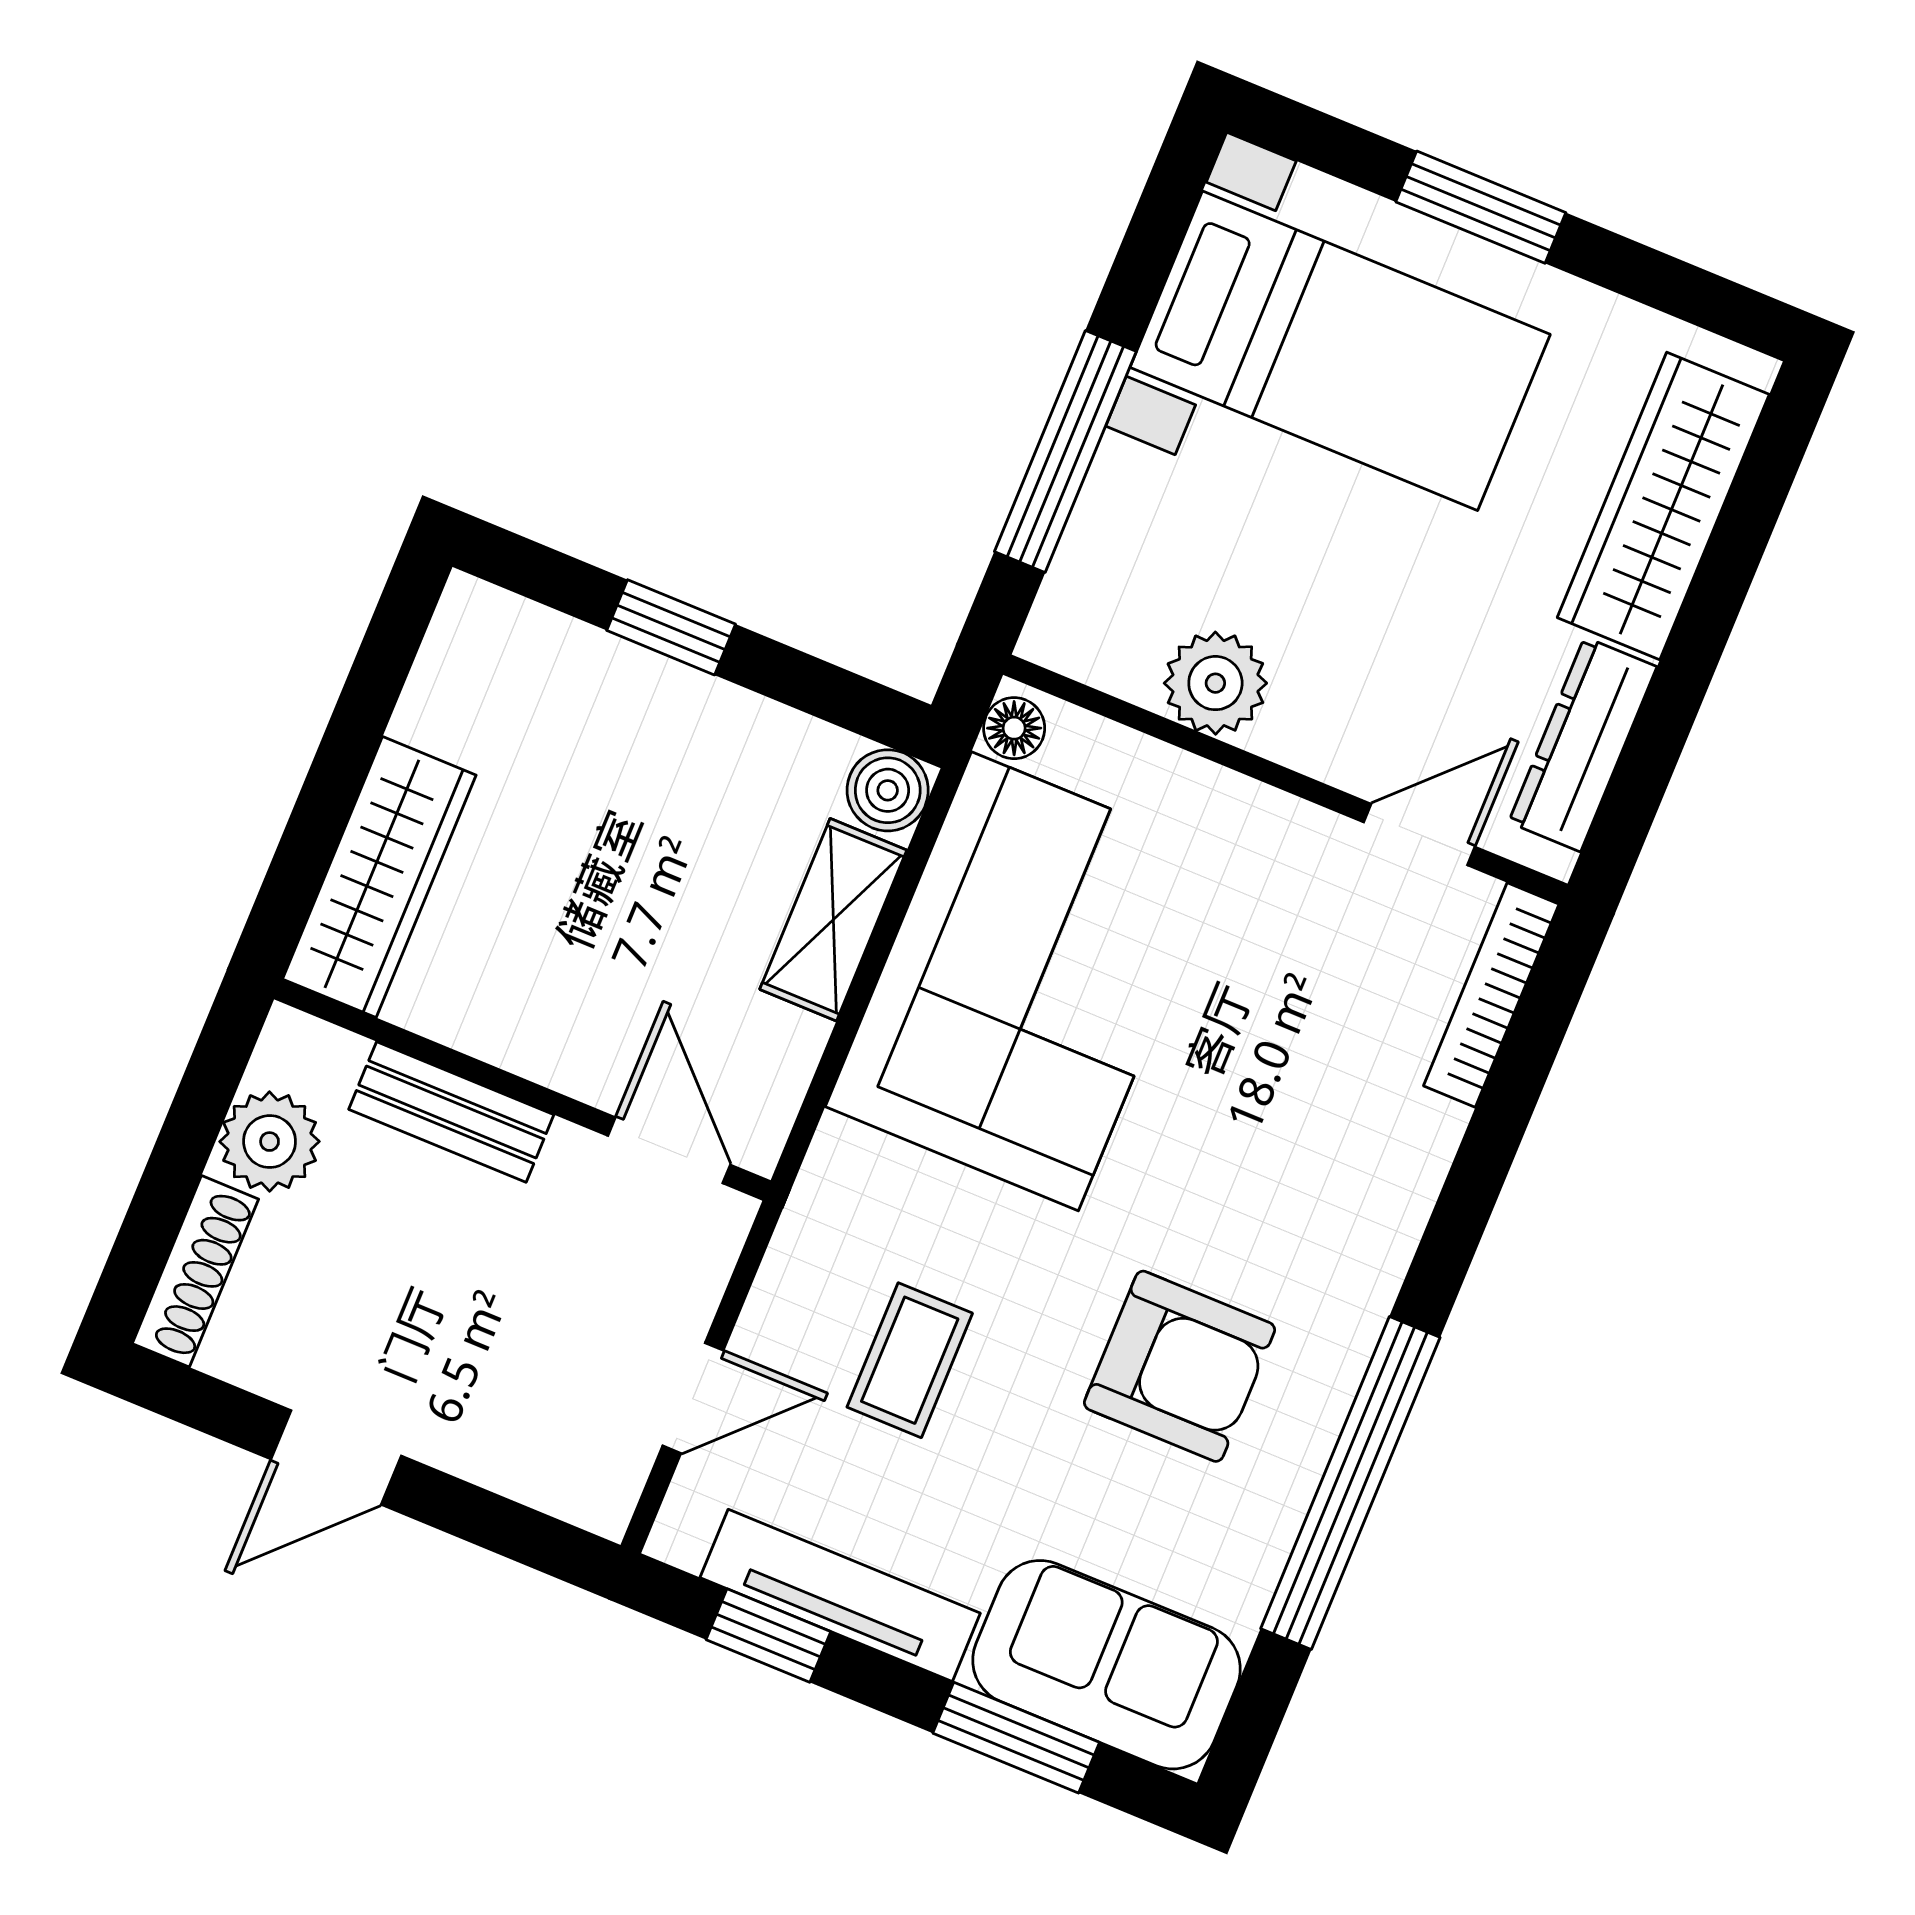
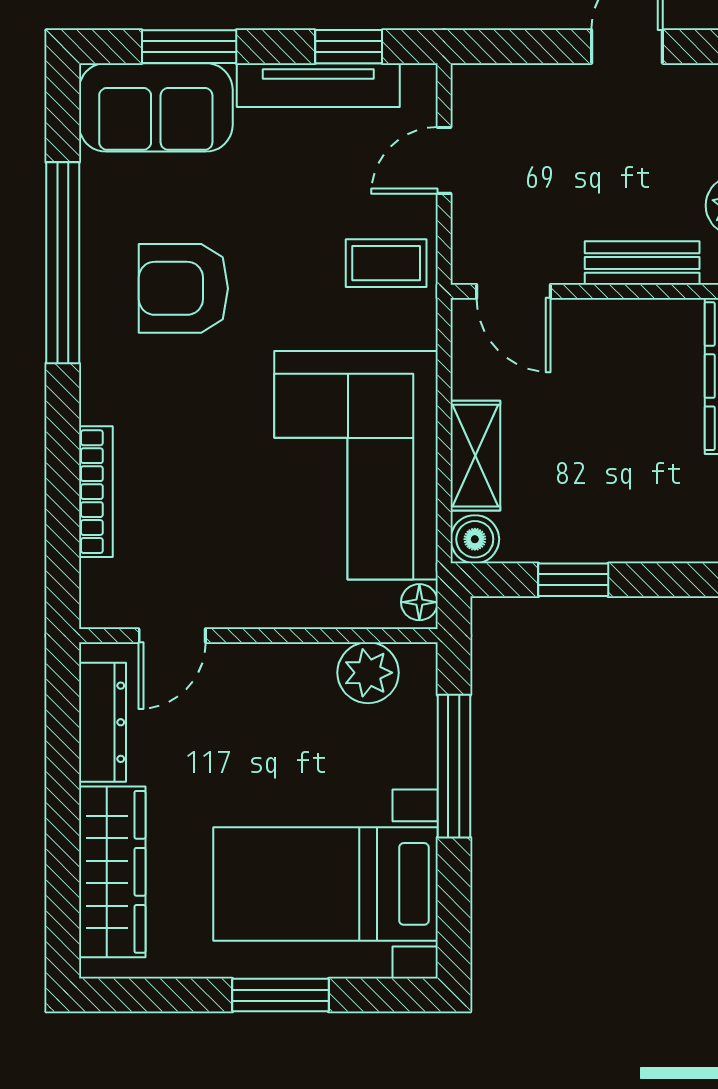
window: (671, 627) -> (573, 580), moved
plant: (1215, 683) -> (368, 673), moved
bookcase: (1491, 995) -> (96, 492), moved
coffee table: (910, 1360) -> (386, 263), moved, turned 90

